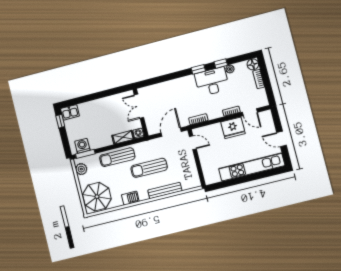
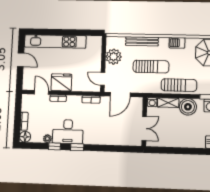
boiler: (103, 139) -> (188, 107), added
plant: (188, 168) -> (114, 57), added

